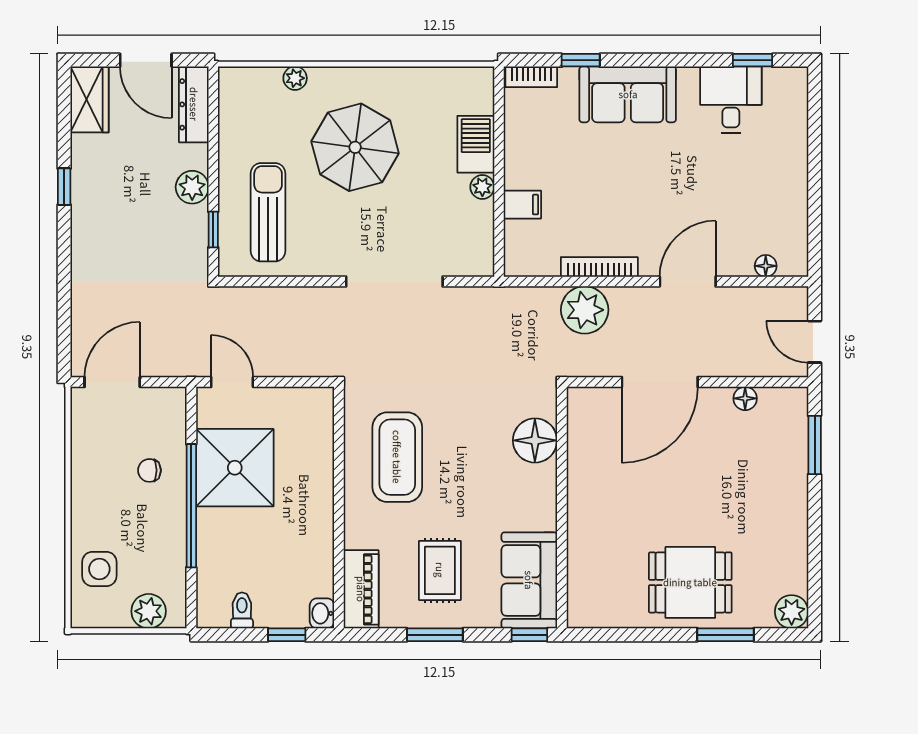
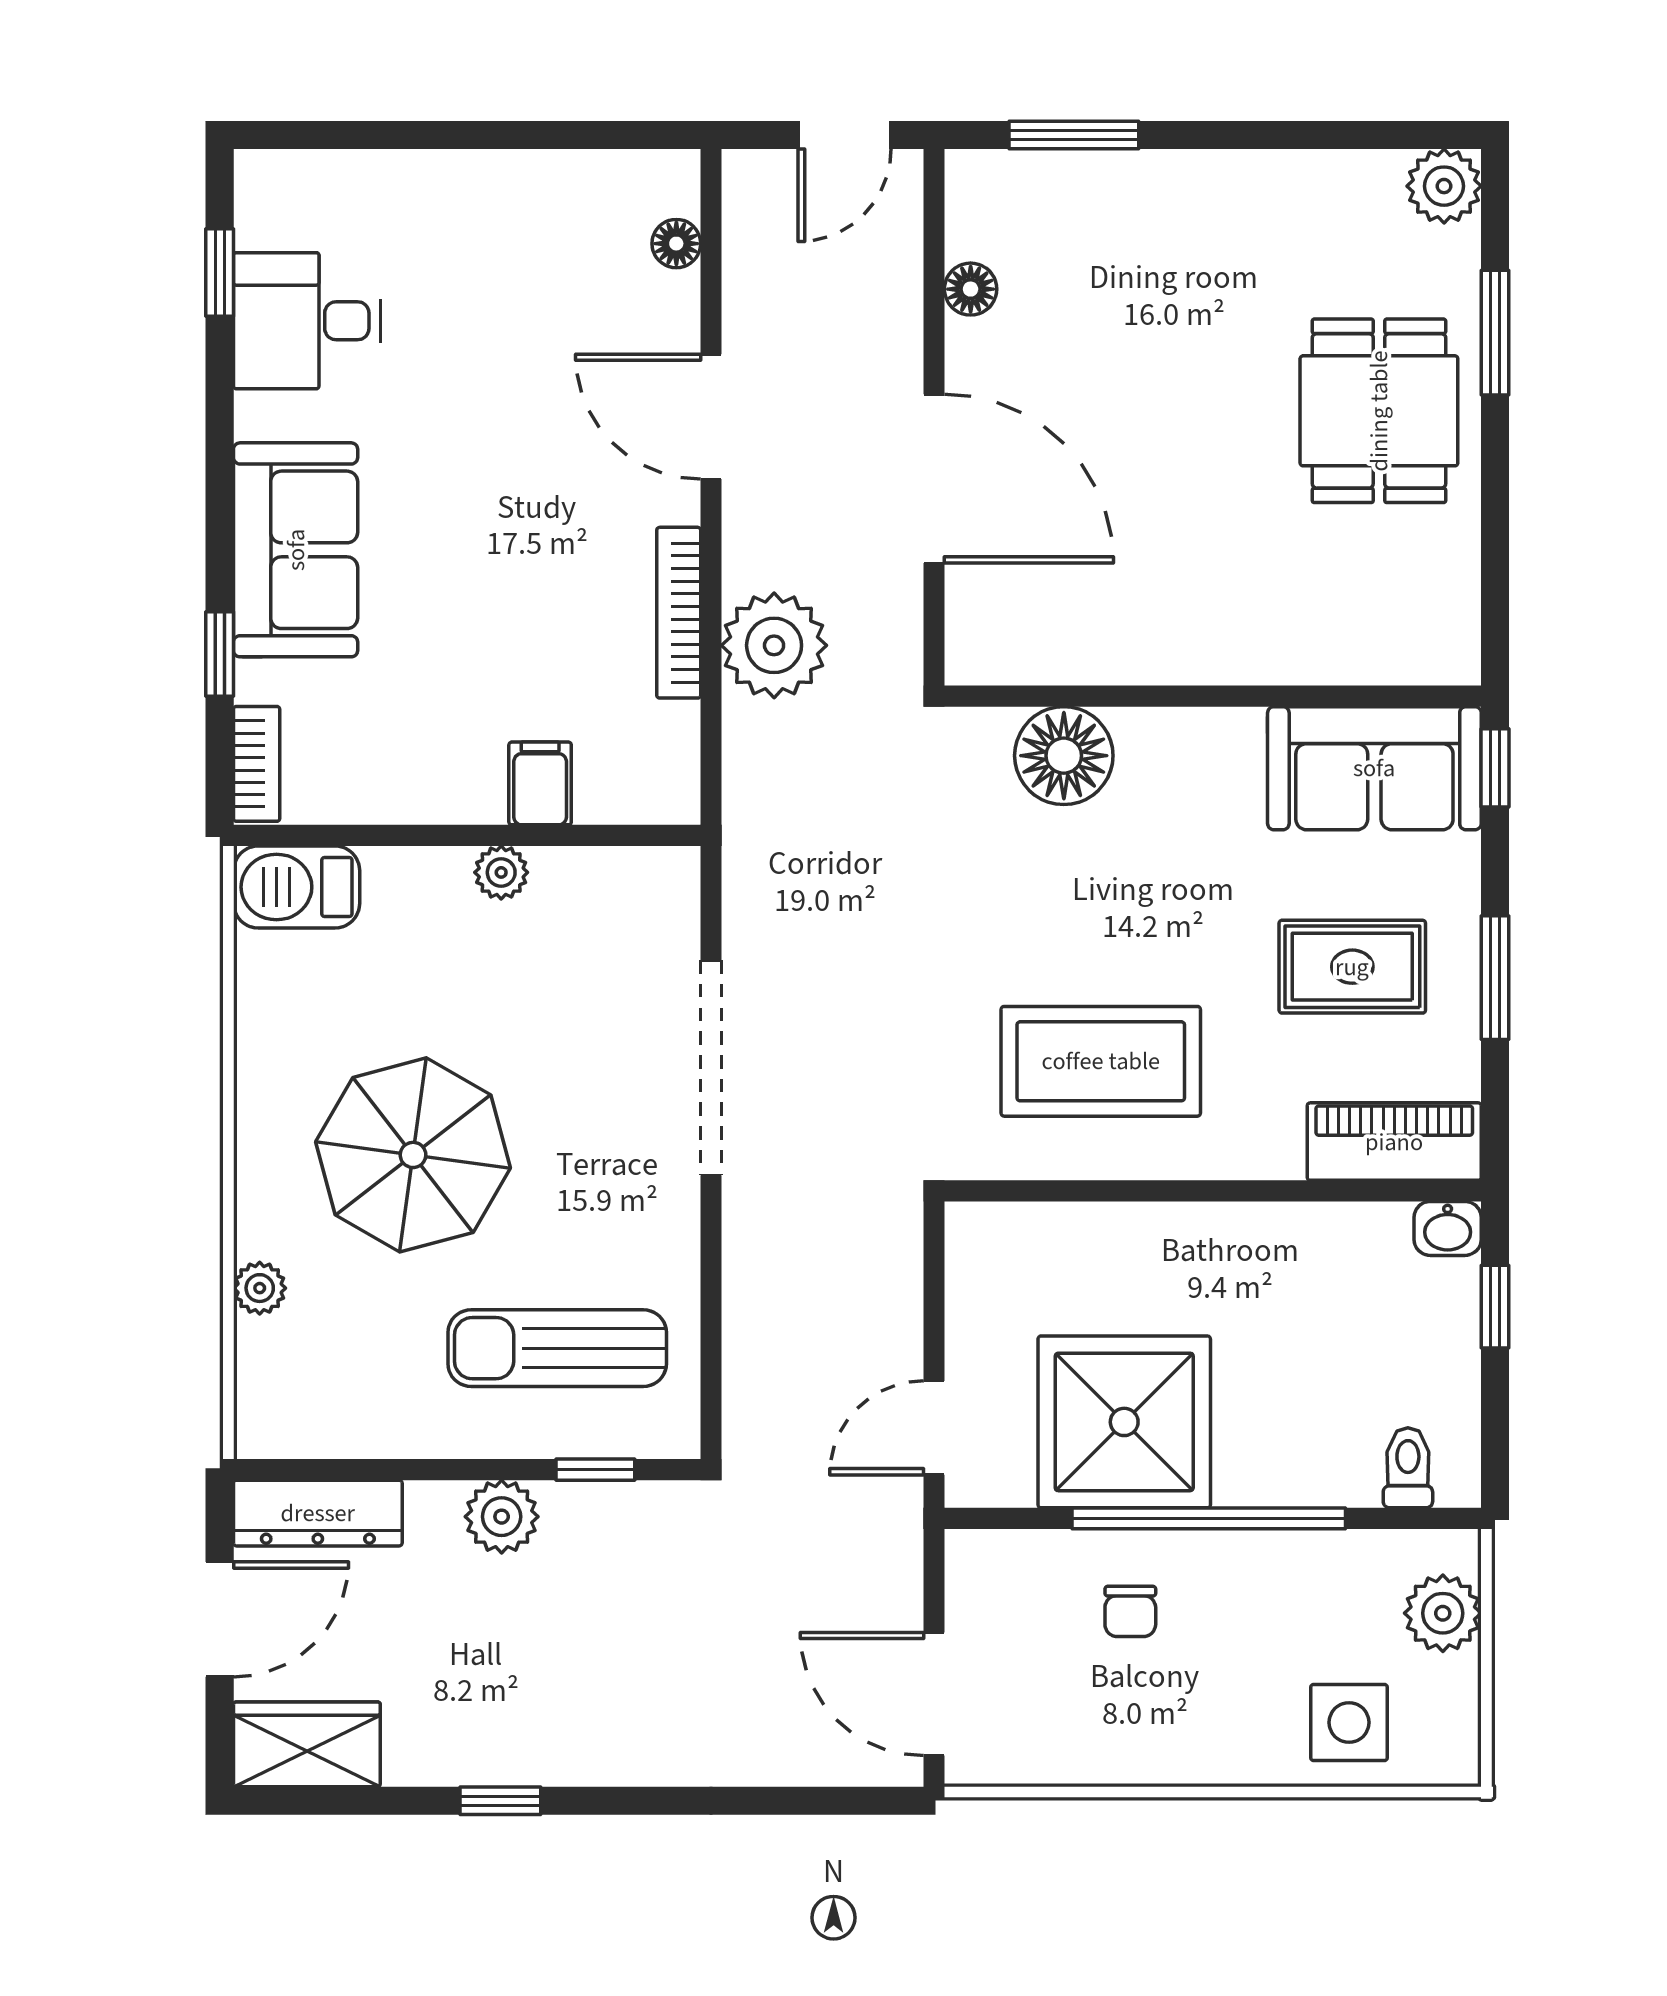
barbecue: (476, 144) -> (297, 887), moved
toilet: (242, 610) -> (1408, 1468), moved, turned 90

